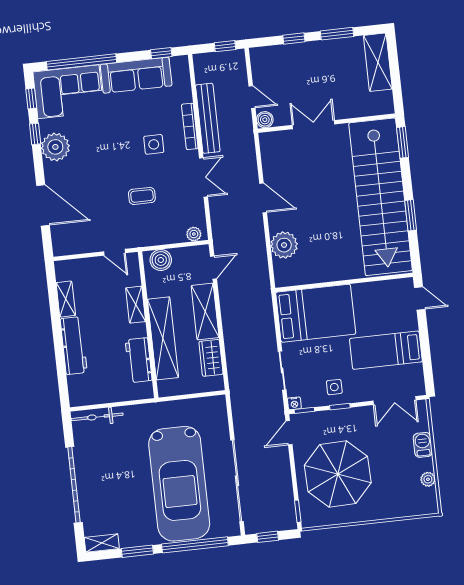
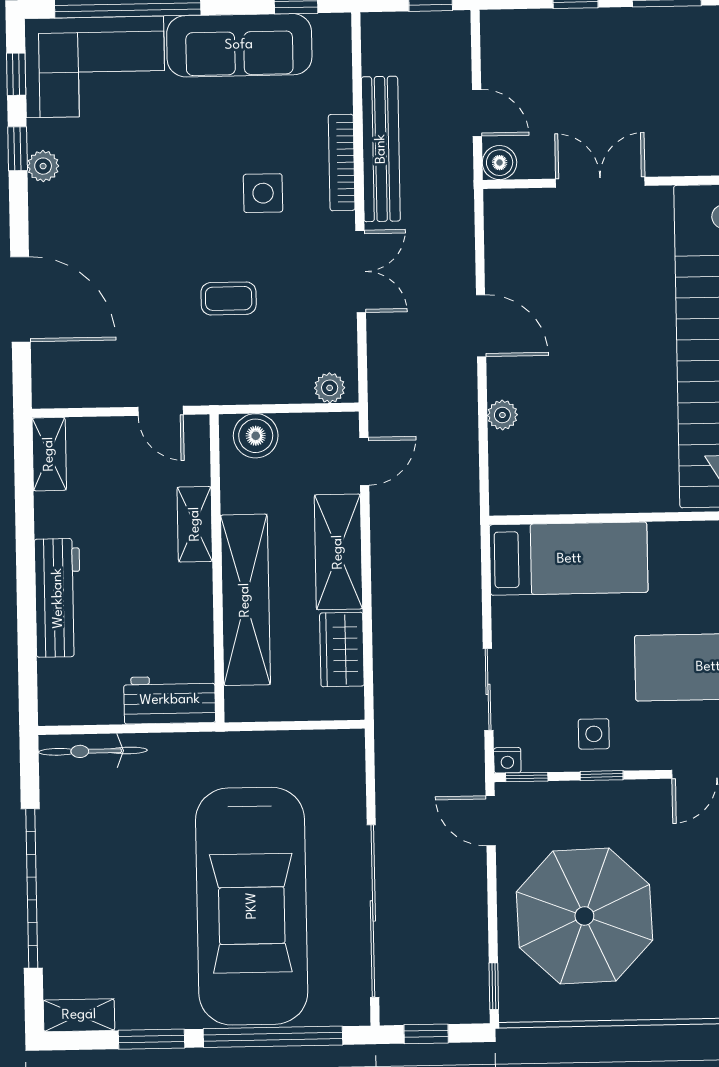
plant: (55, 147) -> (43, 166), width x0.53, depth x0.53
plant: (284, 245) -> (502, 415), width x0.53, depth x0.53
shelving: (66, 299) -> (49, 454), moved
bed: (316, 313) -> (569, 559), width x0.67
workbench: (139, 360) -> (170, 700), moved, turned 90
door: (289, 433) -> (491, 821), hinge flipped

